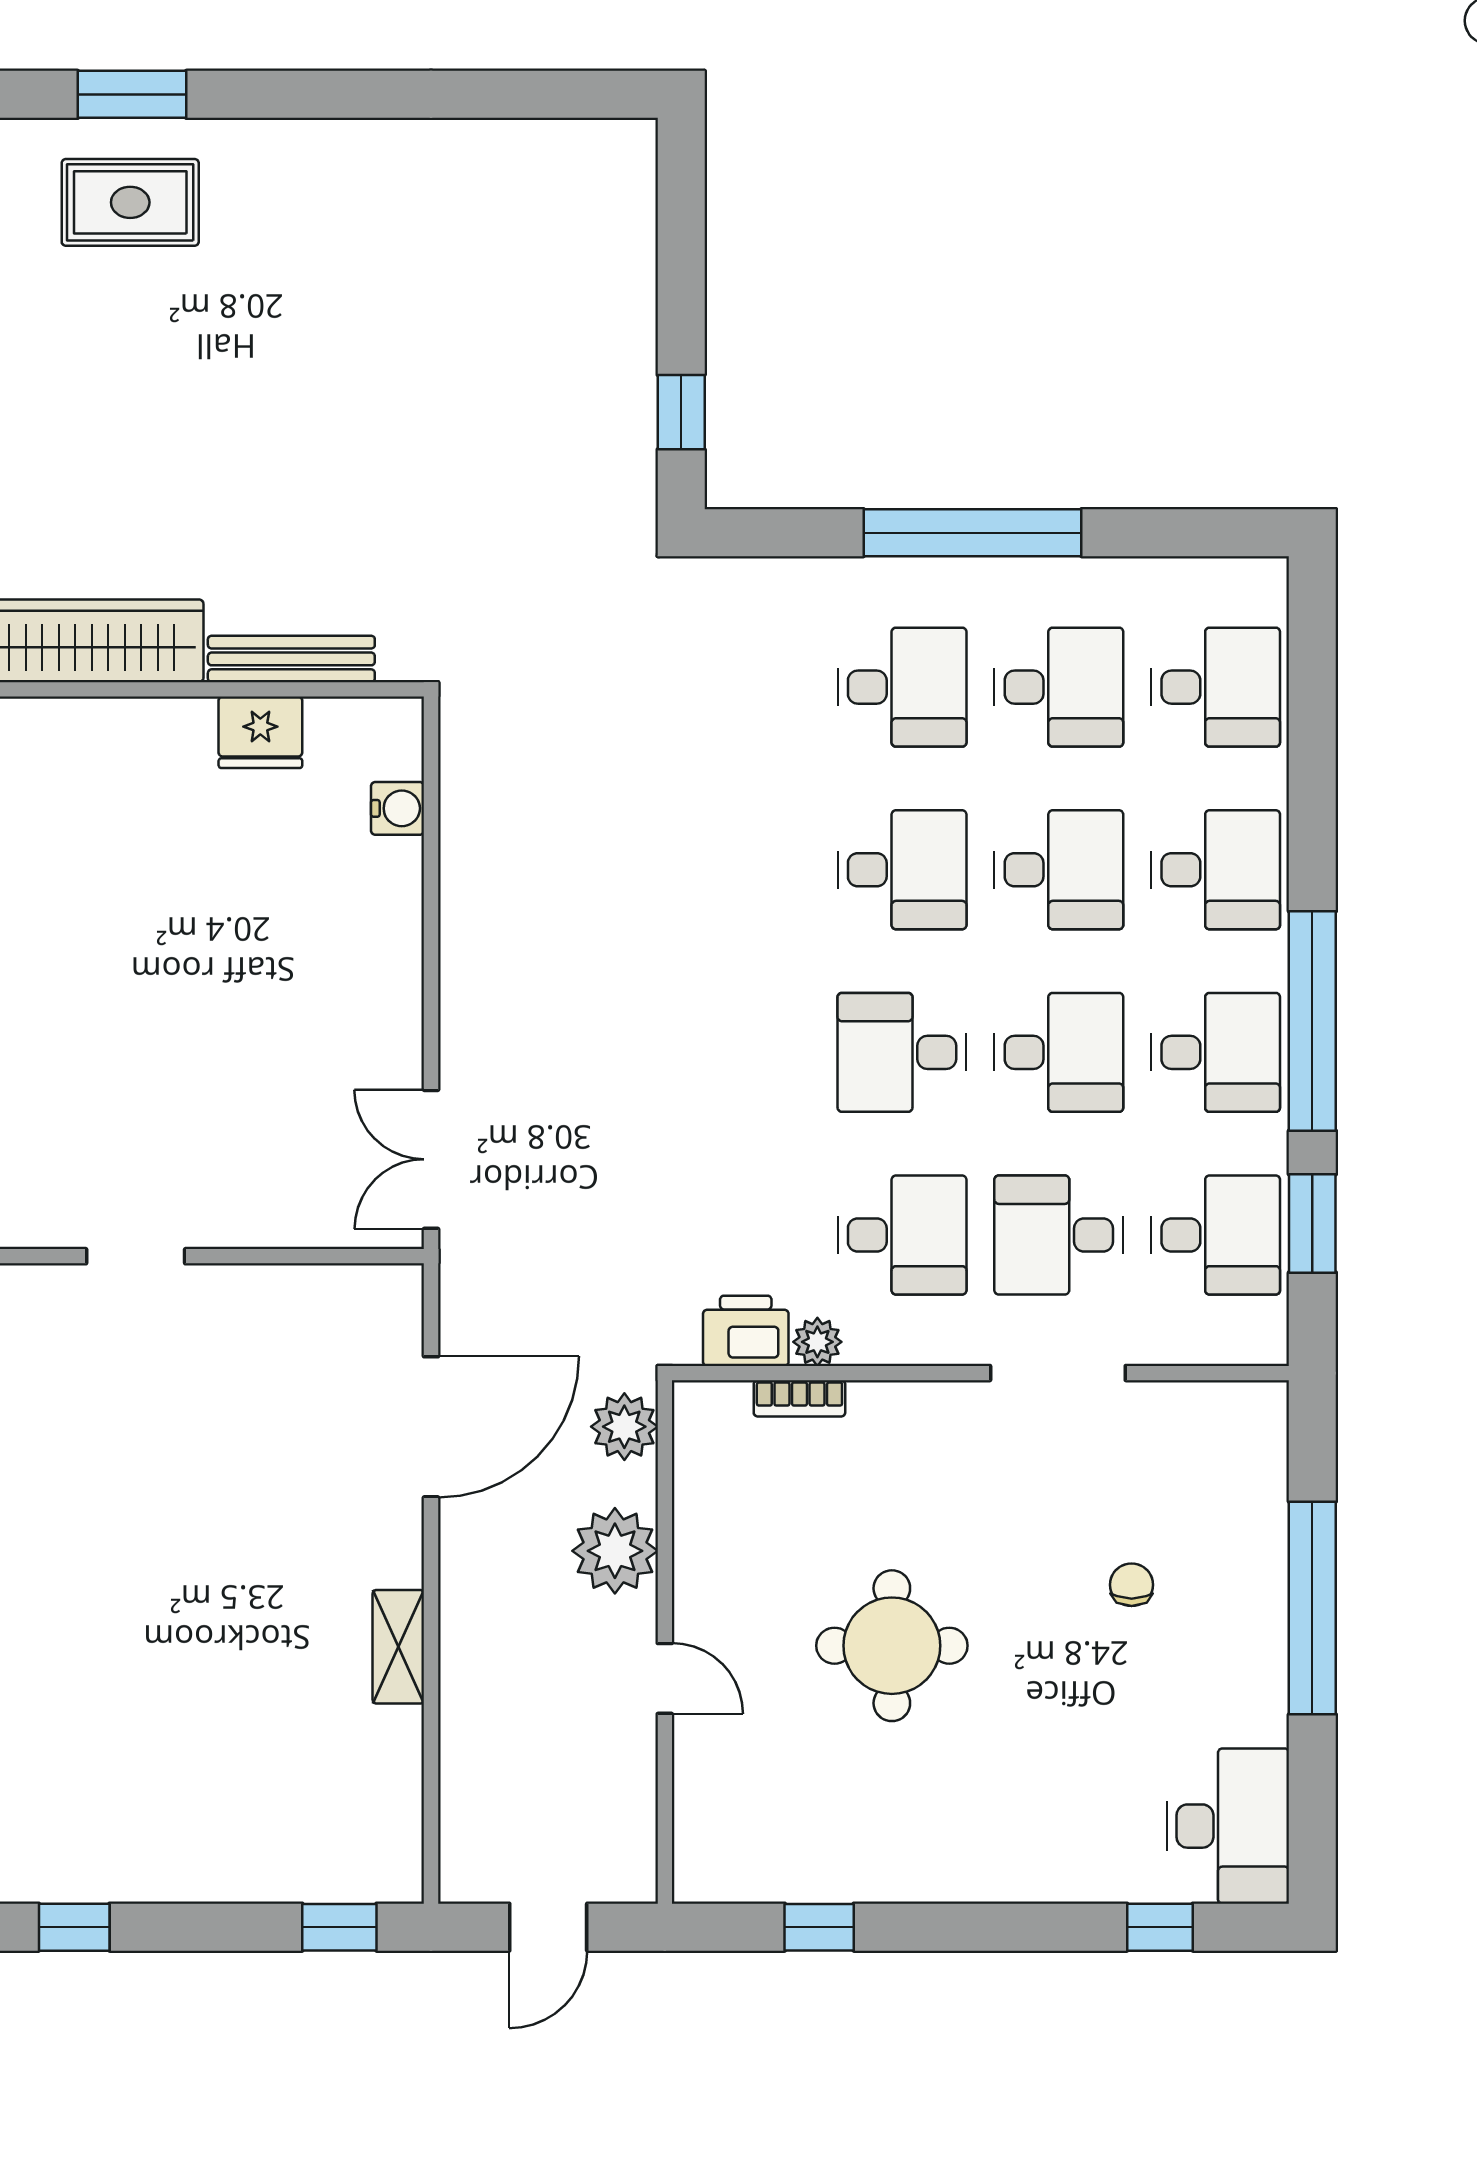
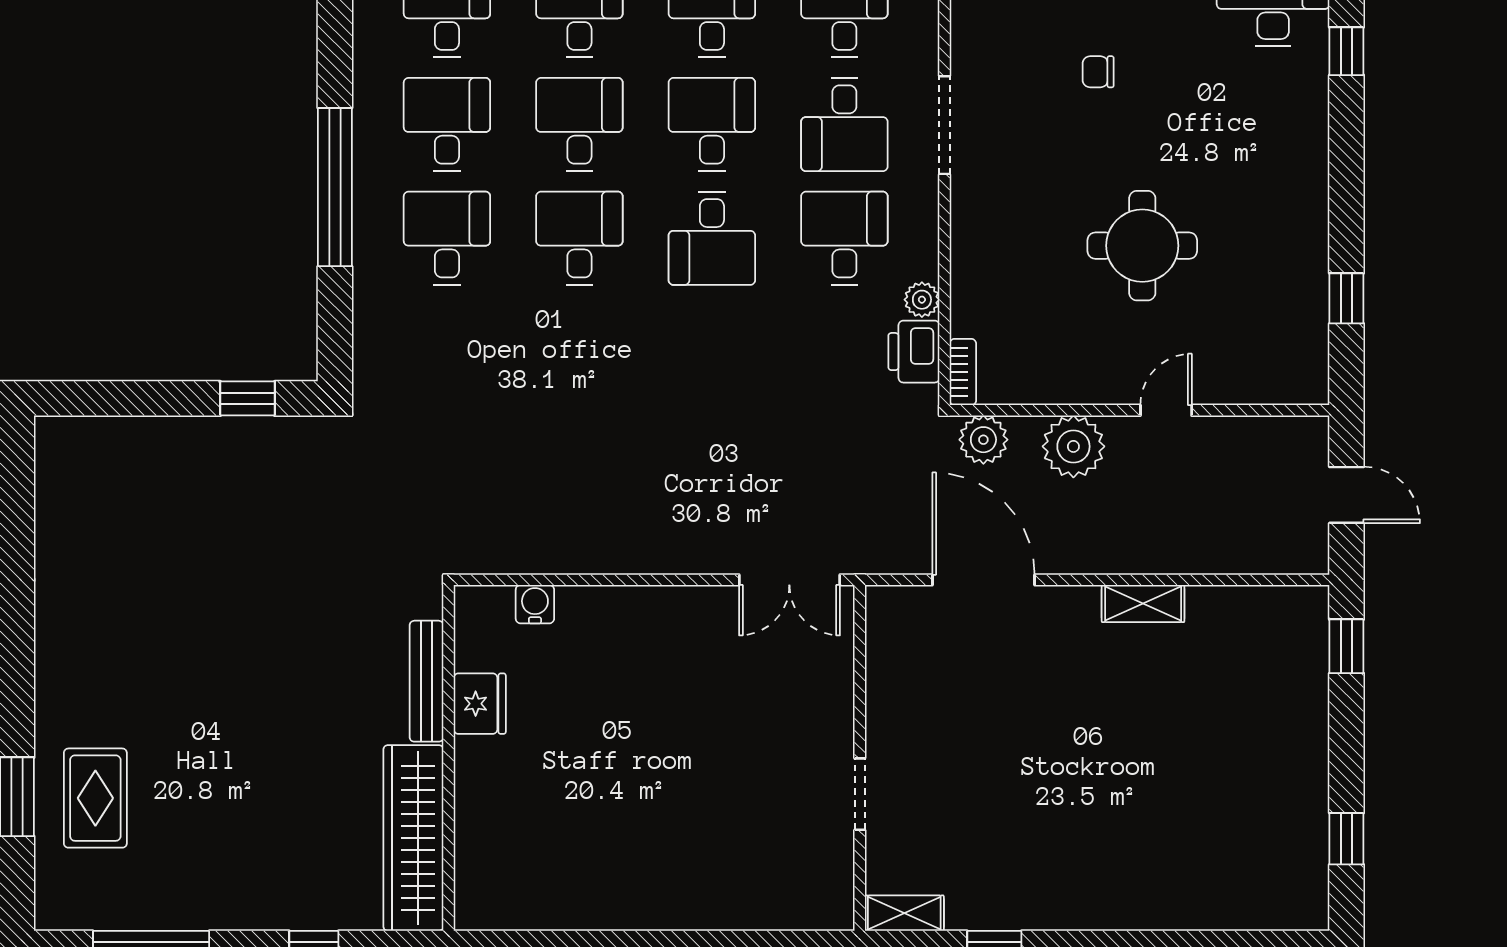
bookcase: (799, 1398) -> (963, 372), moved

